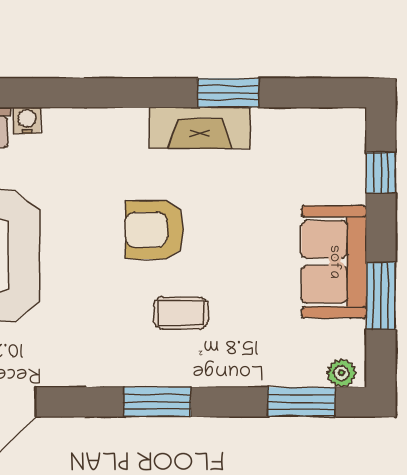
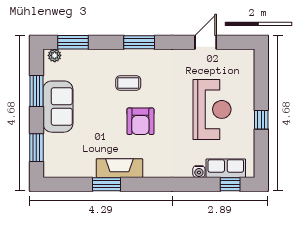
window: (381, 173) -> (36, 148), width x1.50
armchair: (154, 230) -> (140, 121), turned 90

